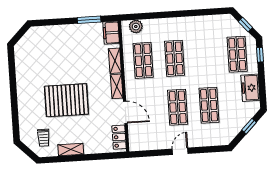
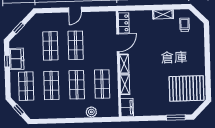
window: (89, 20) -> (176, 118), moved
plant: (136, 27) -> (91, 112), moved
window: (260, 55) -> (7, 61), moved
shop shelf: (206, 56) -> (51, 85), added
pallet: (66, 100) -> (187, 88), moved
door: (125, 112) -> (118, 43), swing flipped

